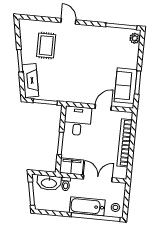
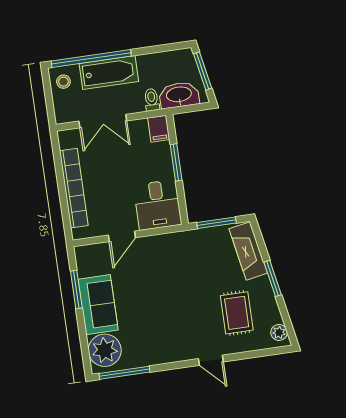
plant: (24, 28) -> (279, 332), added
plant: (135, 38) -> (105, 350), width x1.88, depth x1.88
sofa: (126, 86) -> (98, 305), moved
filing cabinet: (72, 166) -> (159, 129), width x0.50

